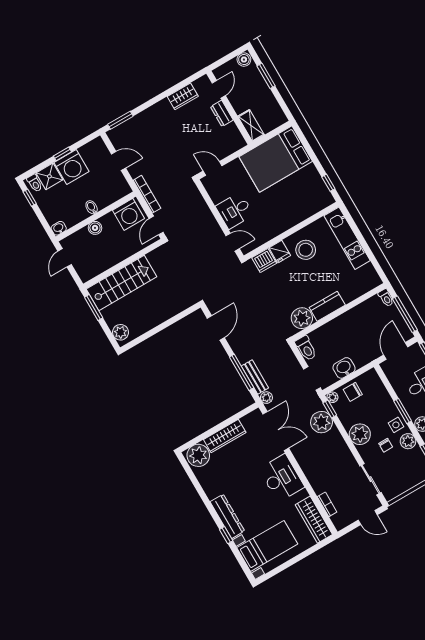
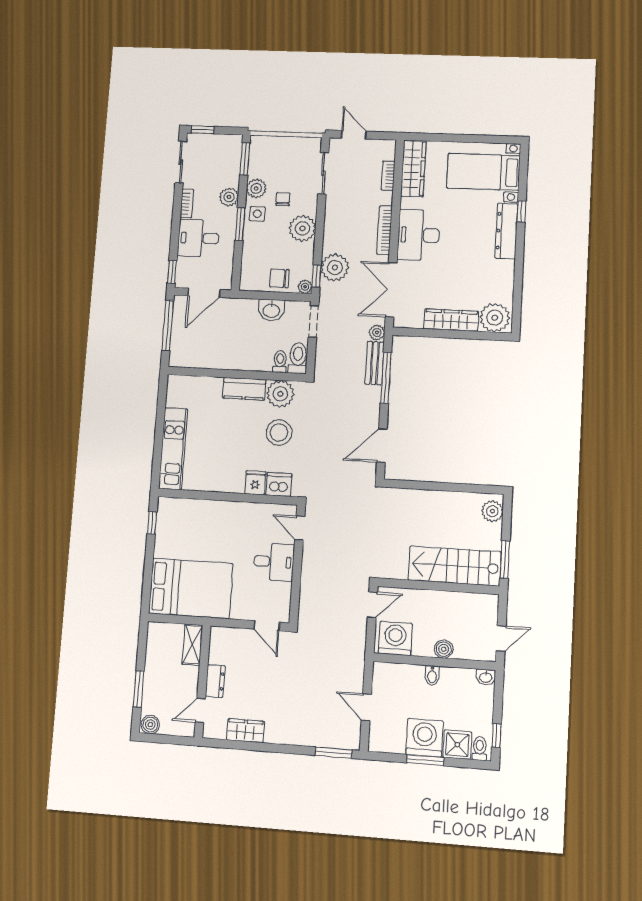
window: (62, 154) -> (425, 760), width x1.50
bookcase: (147, 194) -> (384, 230), moved
stool: (306, 250) -> (279, 432), moved
toilet: (386, 298) -> (280, 362), moved
chair: (353, 392) -> (279, 278), turned 180

